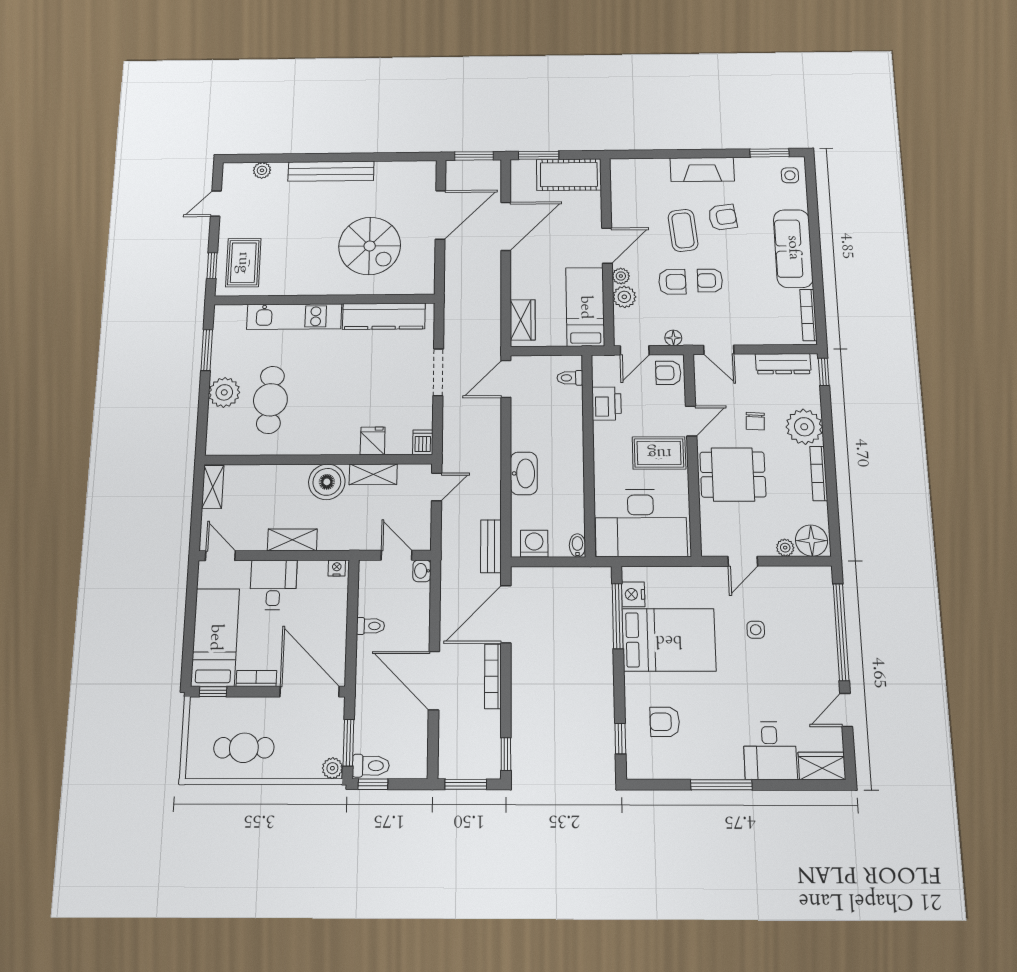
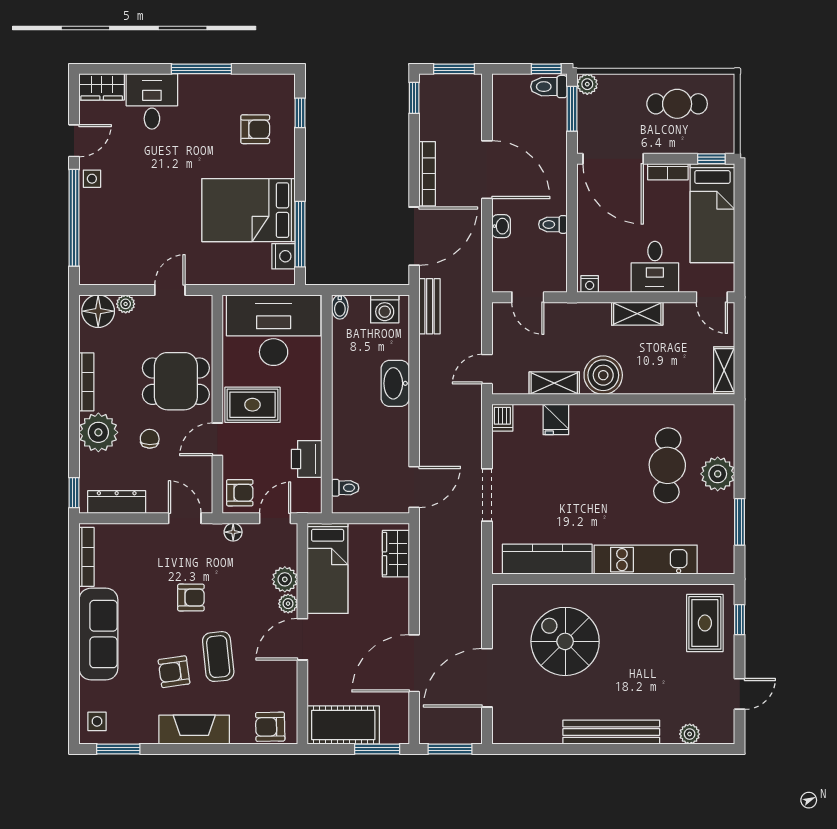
armchair: (672, 282) -> (270, 727), moved
washbasin: (422, 571) -> (501, 226), moved
side table: (756, 630) -> (92, 179), moved

